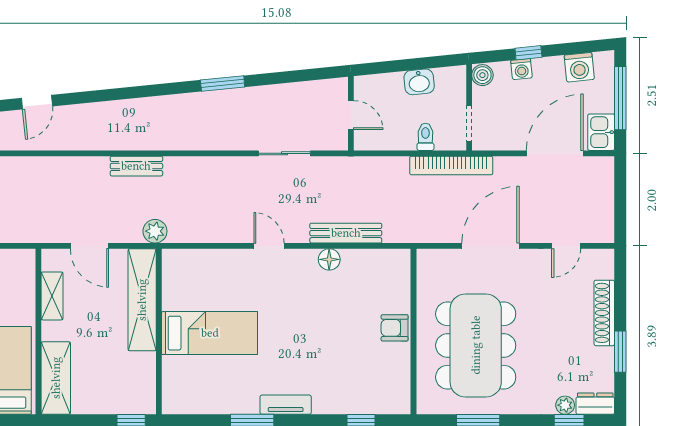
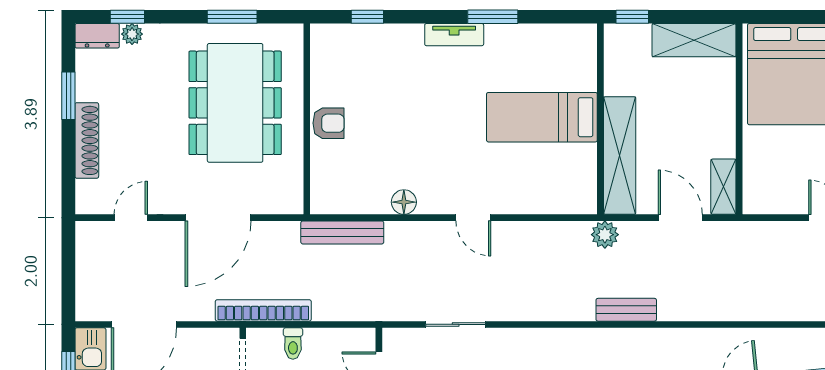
bench: (346, 233) -> (342, 232), moved
shelving: (52, 296) -> (723, 187), moved
shelving: (56, 378) -> (694, 40), moved, turned 90

